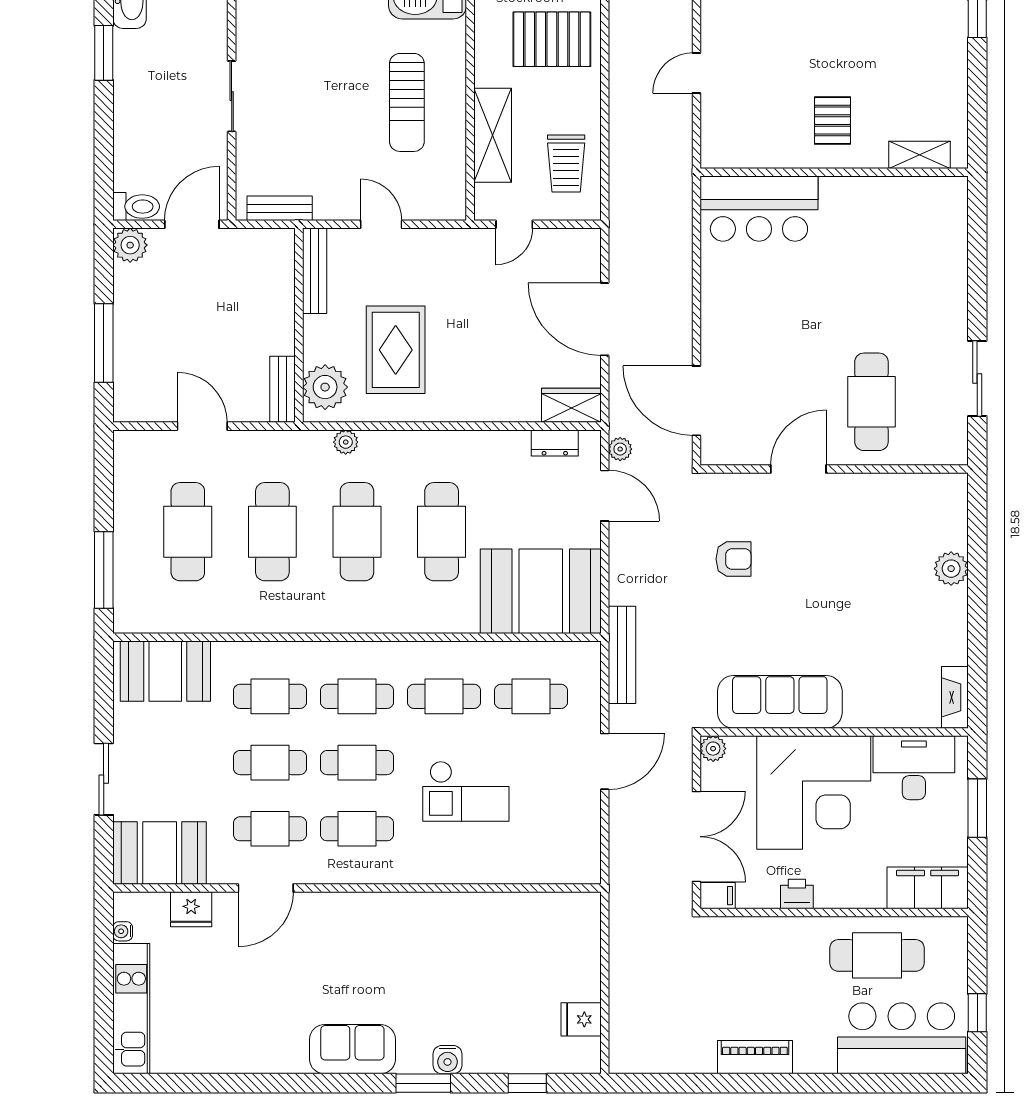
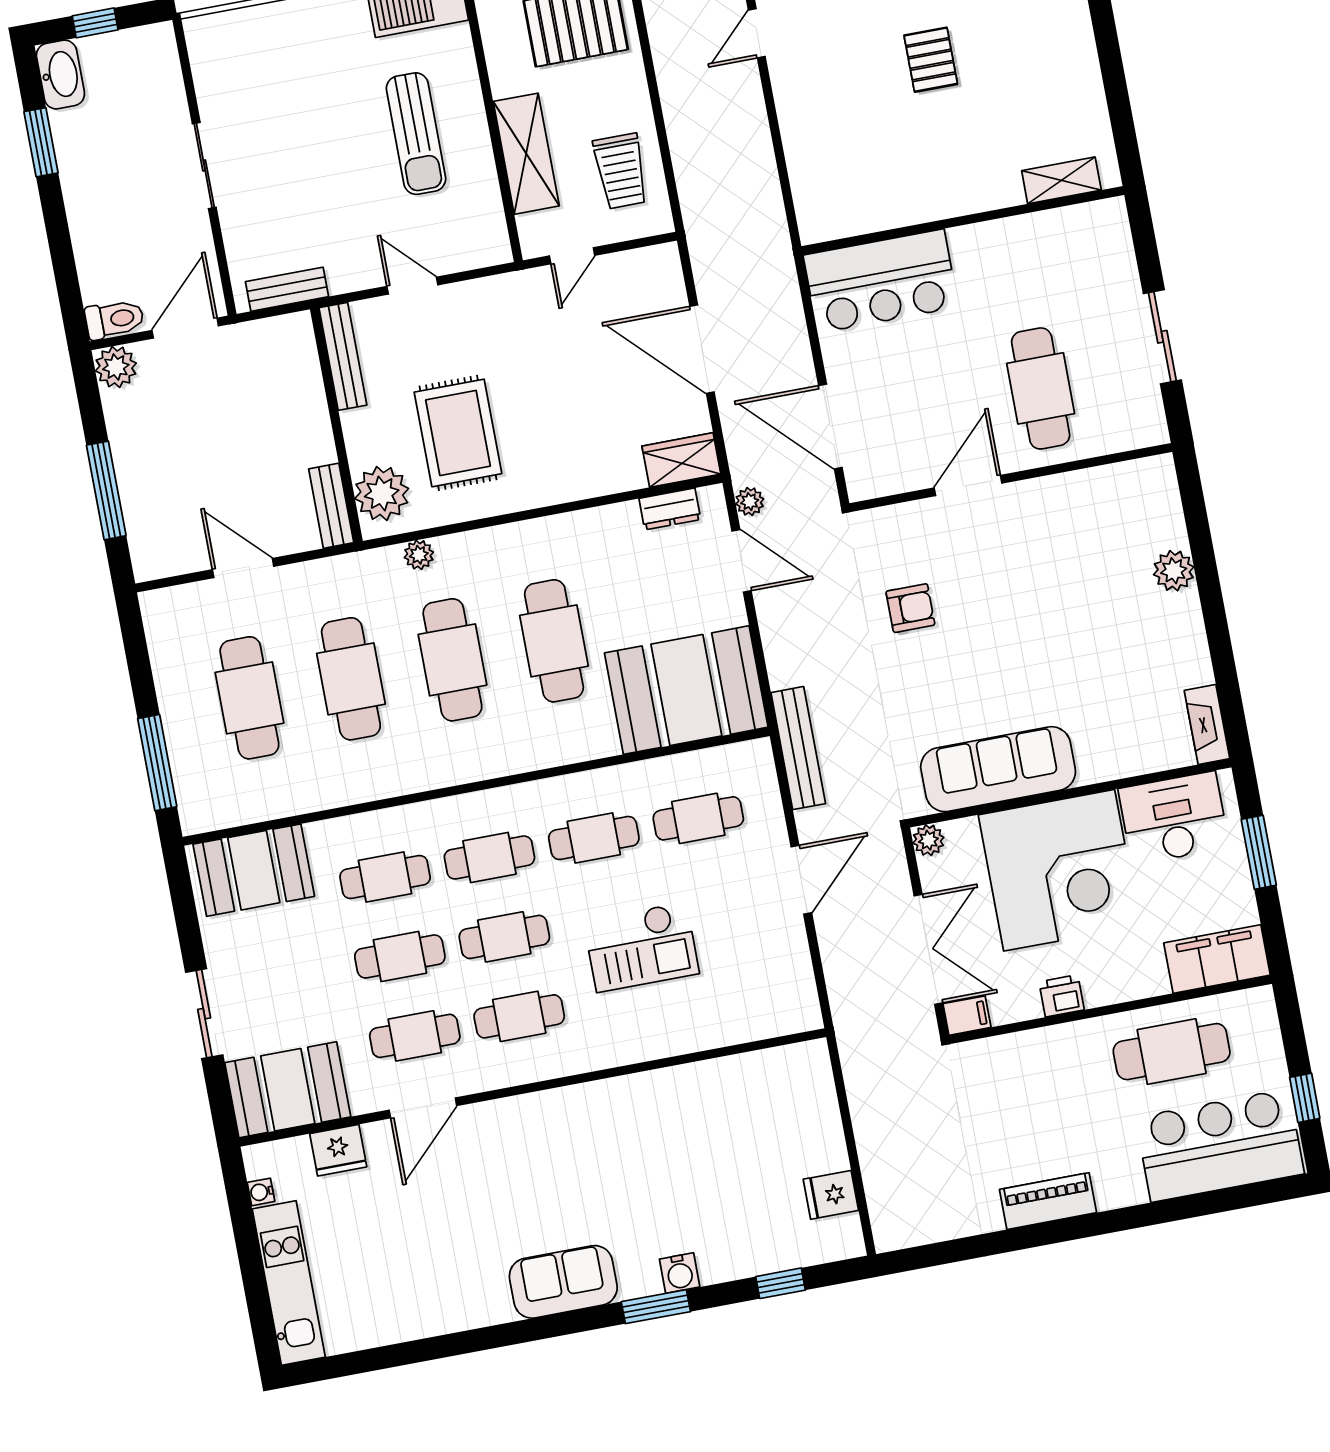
shelving: (920, 155) -> (1061, 180), moved
wall: (834, 172) -> (963, 221), moved
bar counter: (759, 209) -> (881, 281), moved

